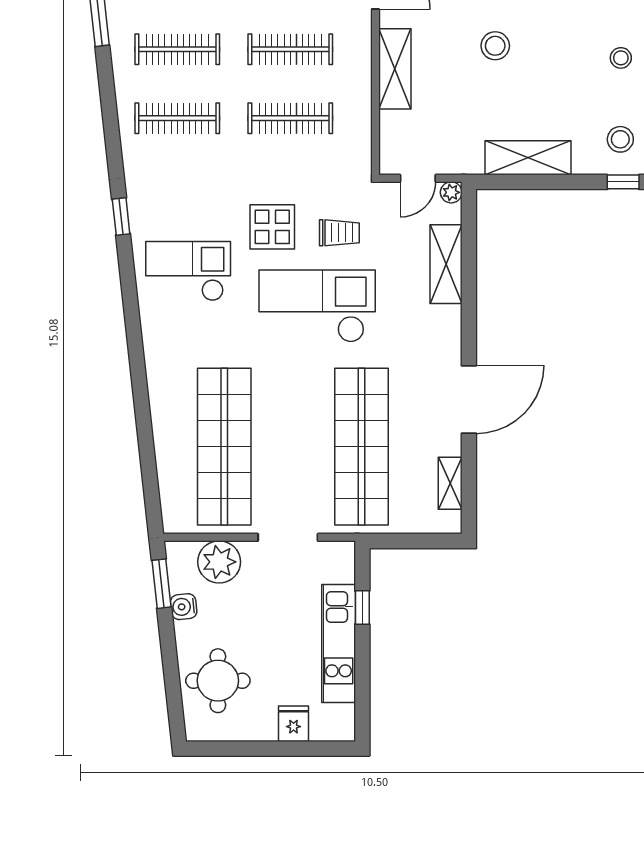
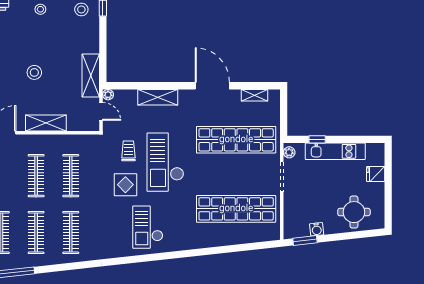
shelving: (528, 158) -> (91, 76), moved
window: (121, 216) -> (120, 261), removed
shelving: (446, 264) -> (158, 97), moved
plant: (219, 562) -> (289, 152), moved, width x0.53, depth x0.53

